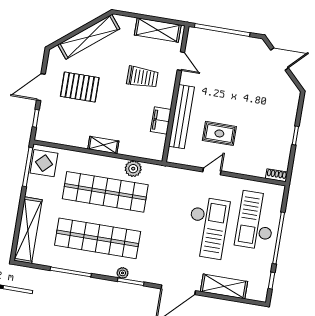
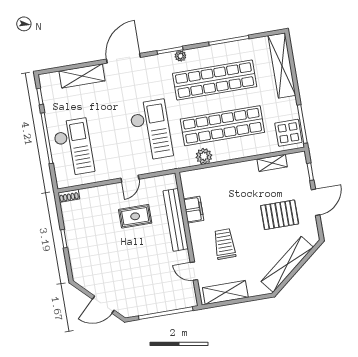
trolley: (142, 77) -> (225, 244), turned 90
shelving: (103, 145) -> (272, 163), moved
checkout: (207, 228) -> (151, 130), moved, turned 180

